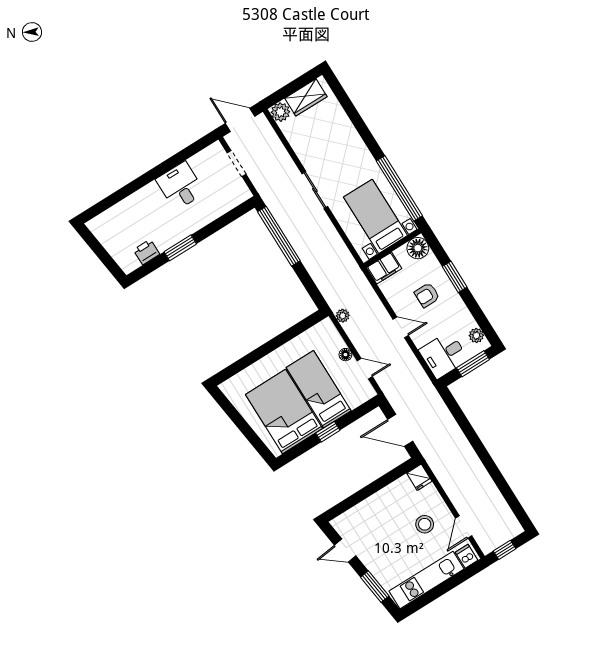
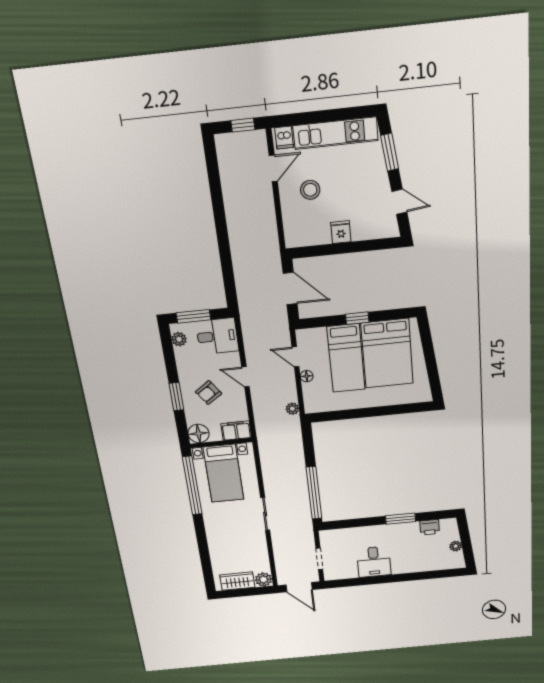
plant: (109, 243) -> (456, 546), added
armchair: (427, 295) -> (209, 393), turned 145
fridge: (419, 477) -> (341, 232), moved

